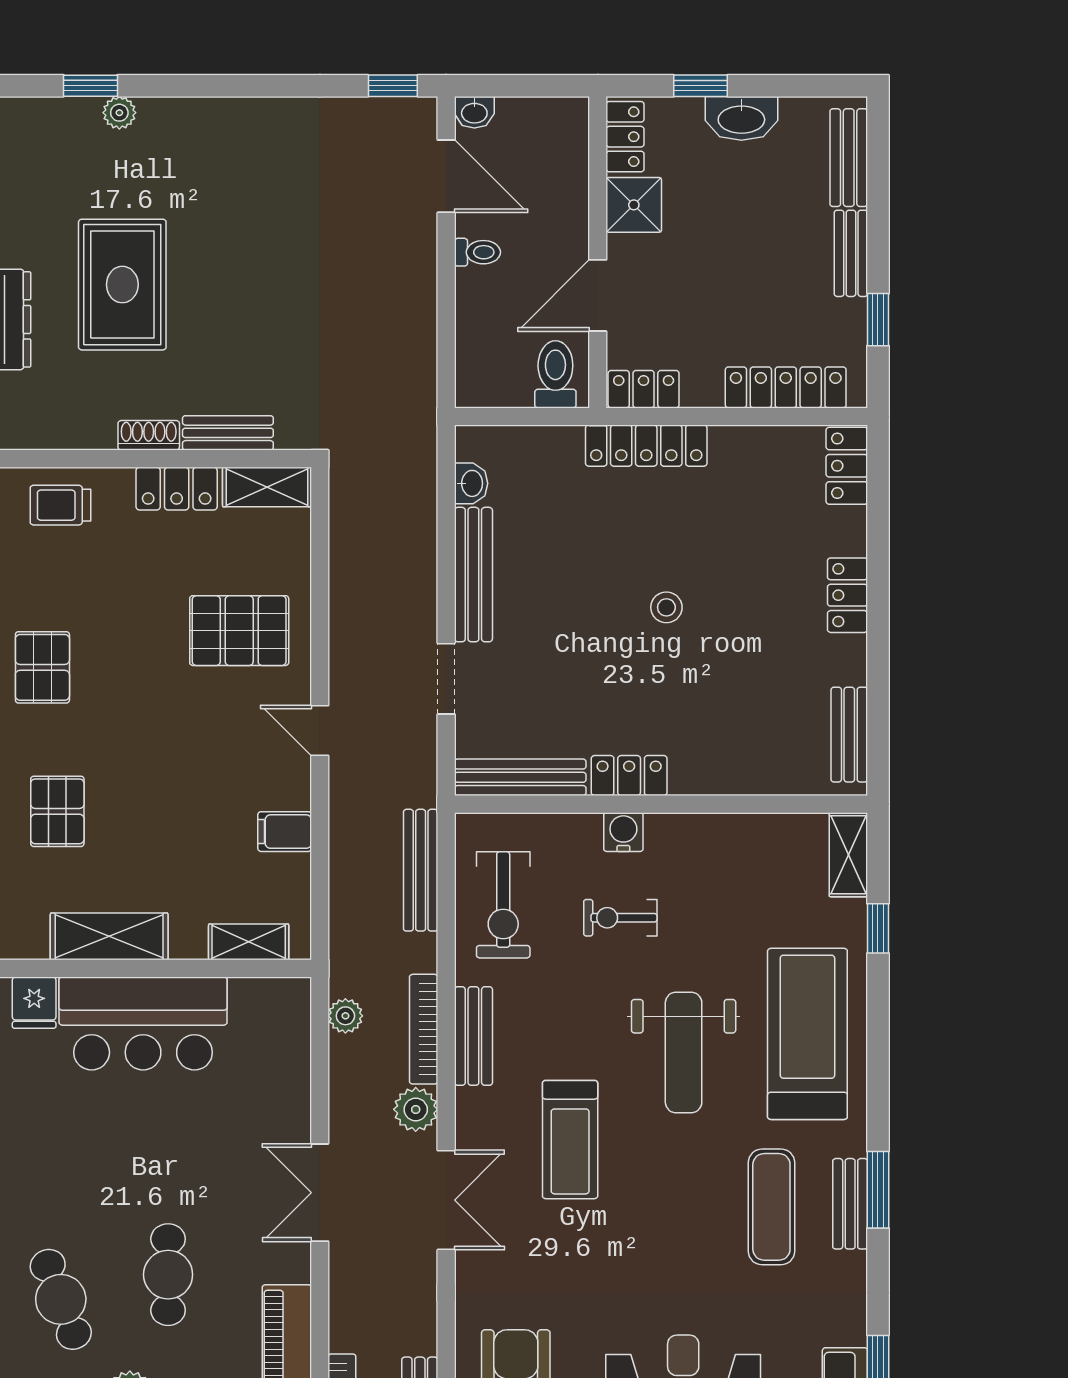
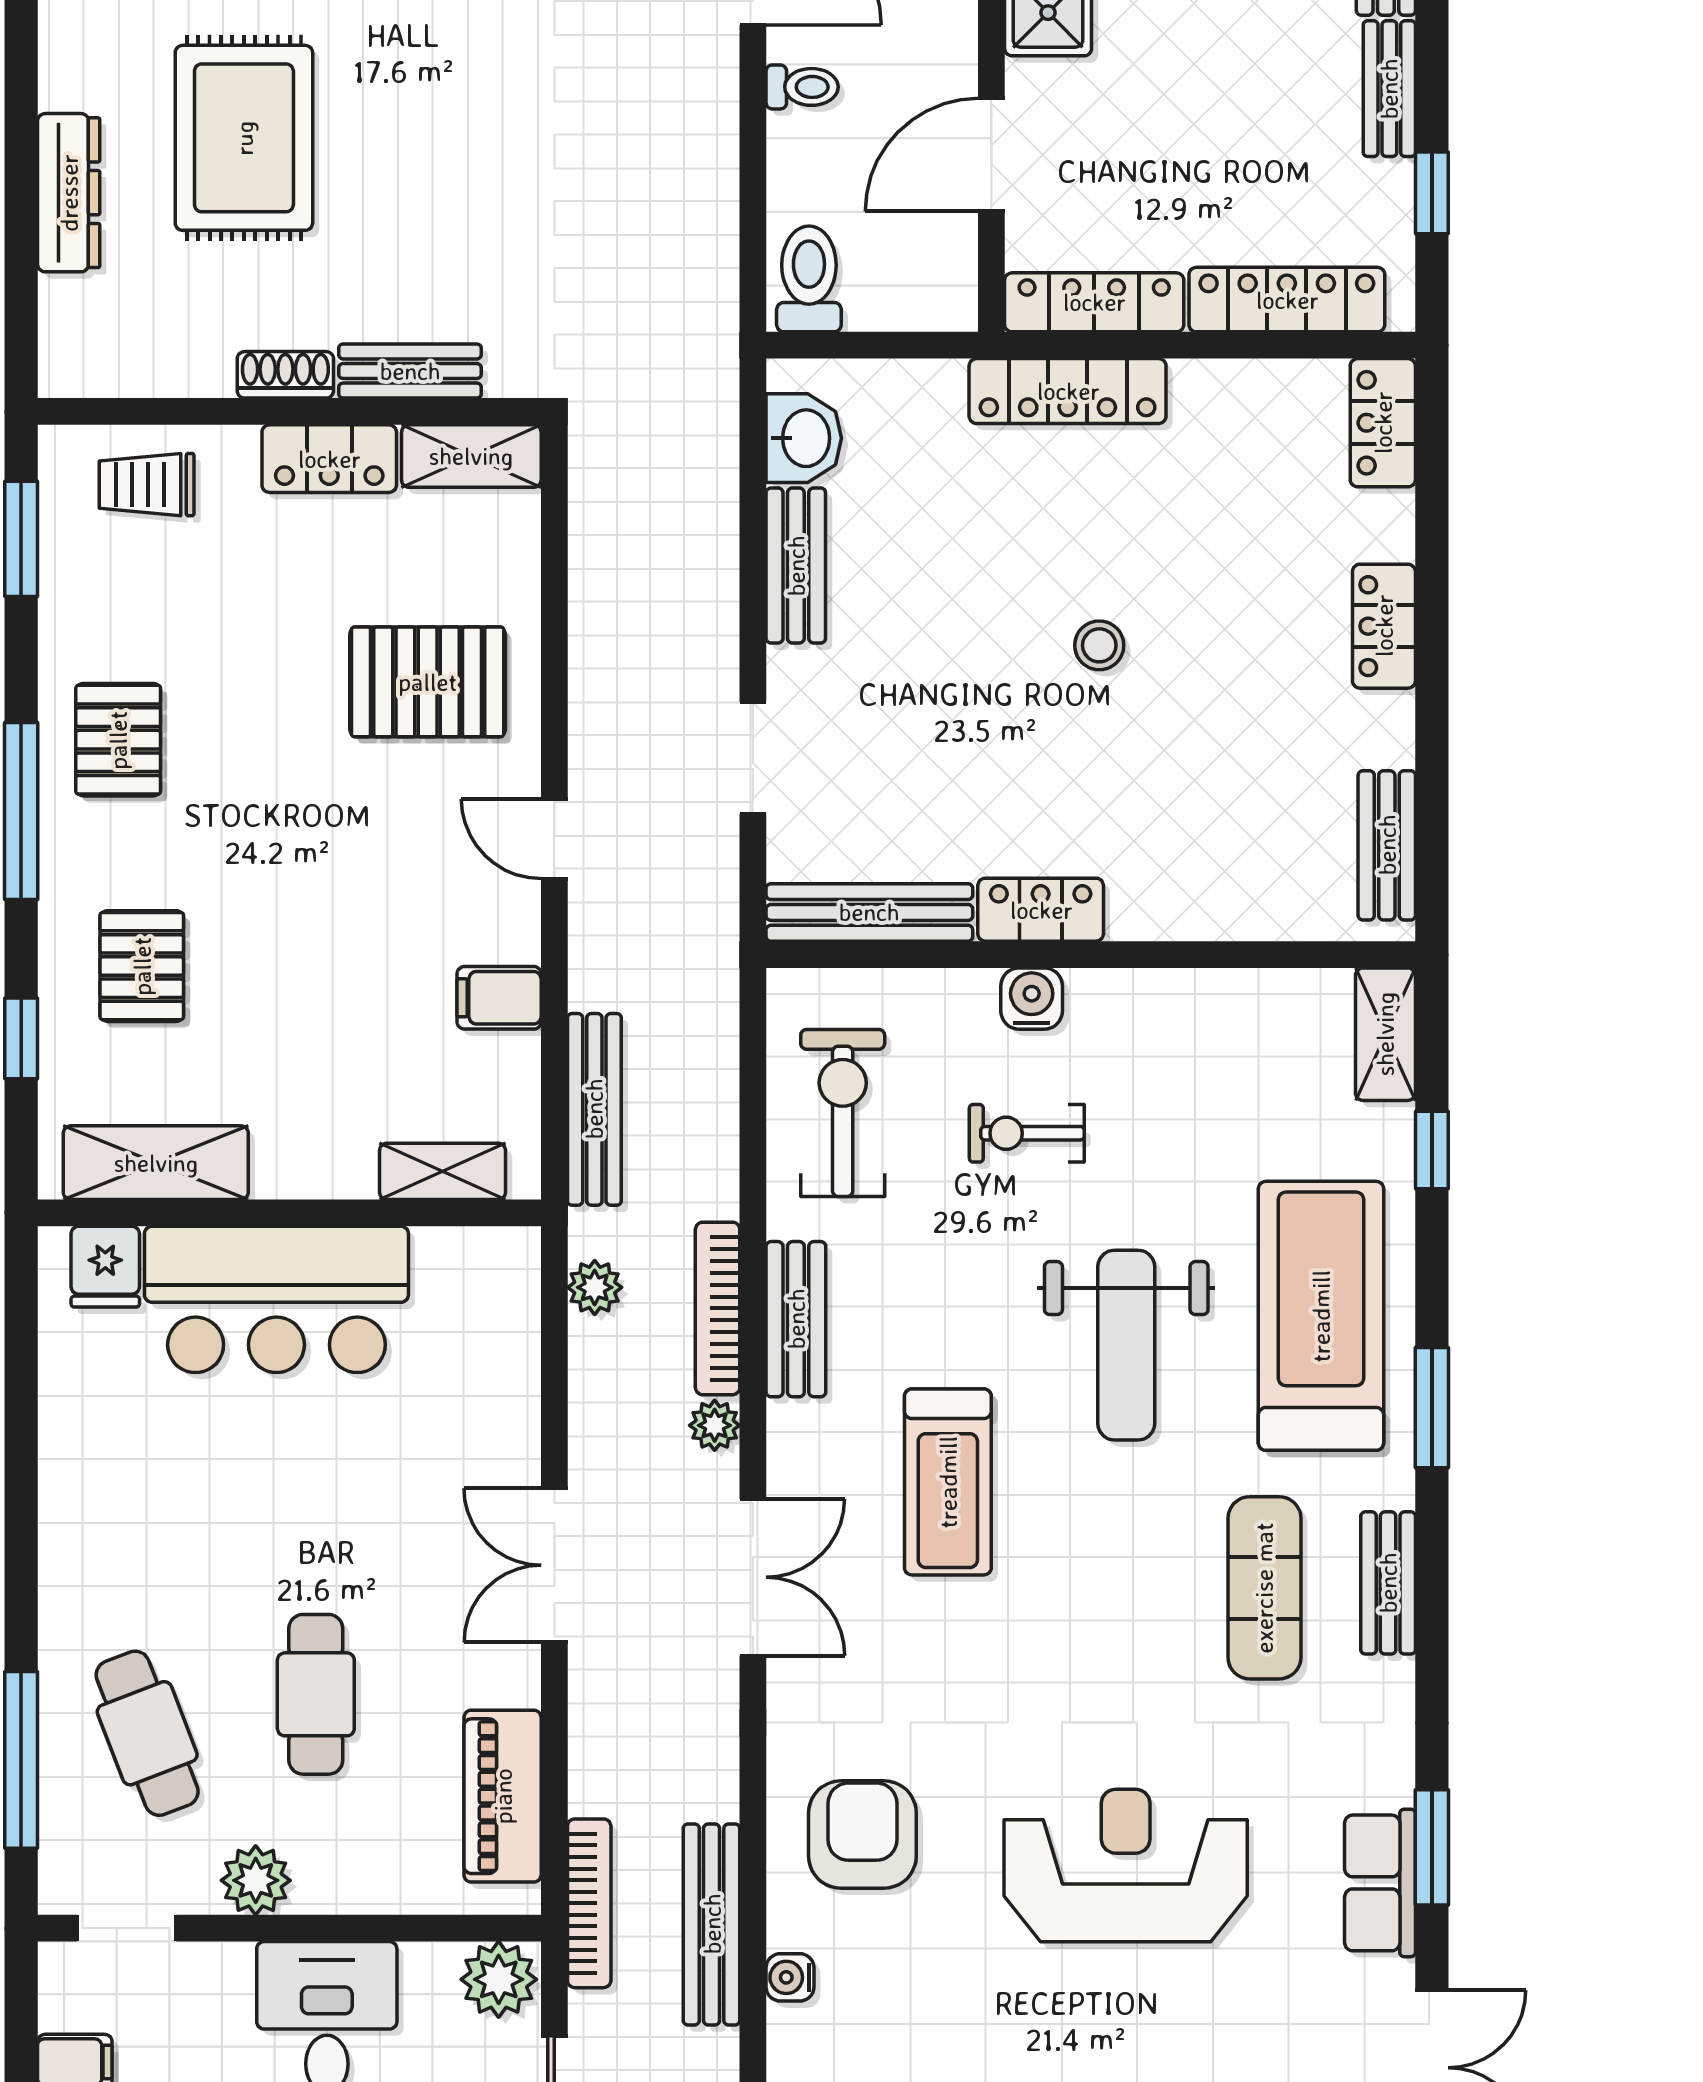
toilet: (555, 374) -> (809, 279), moved
locker: (644, 389) -> (1094, 302), width x1.53
washbasin: (471, 483) -> (804, 438), width x1.38, depth x1.45
bench: (473, 575) -> (796, 566), width x0.73
bench: (421, 870) -> (594, 1109), moved
exercise bike: (503, 905) -> (843, 1113), turned 180
shelving: (109, 936) -> (156, 1163), moved
plant: (416, 1109) -> (715, 1425), width x0.73, depth x0.73
window: (878, 1190) -> (1432, 1408), moved

